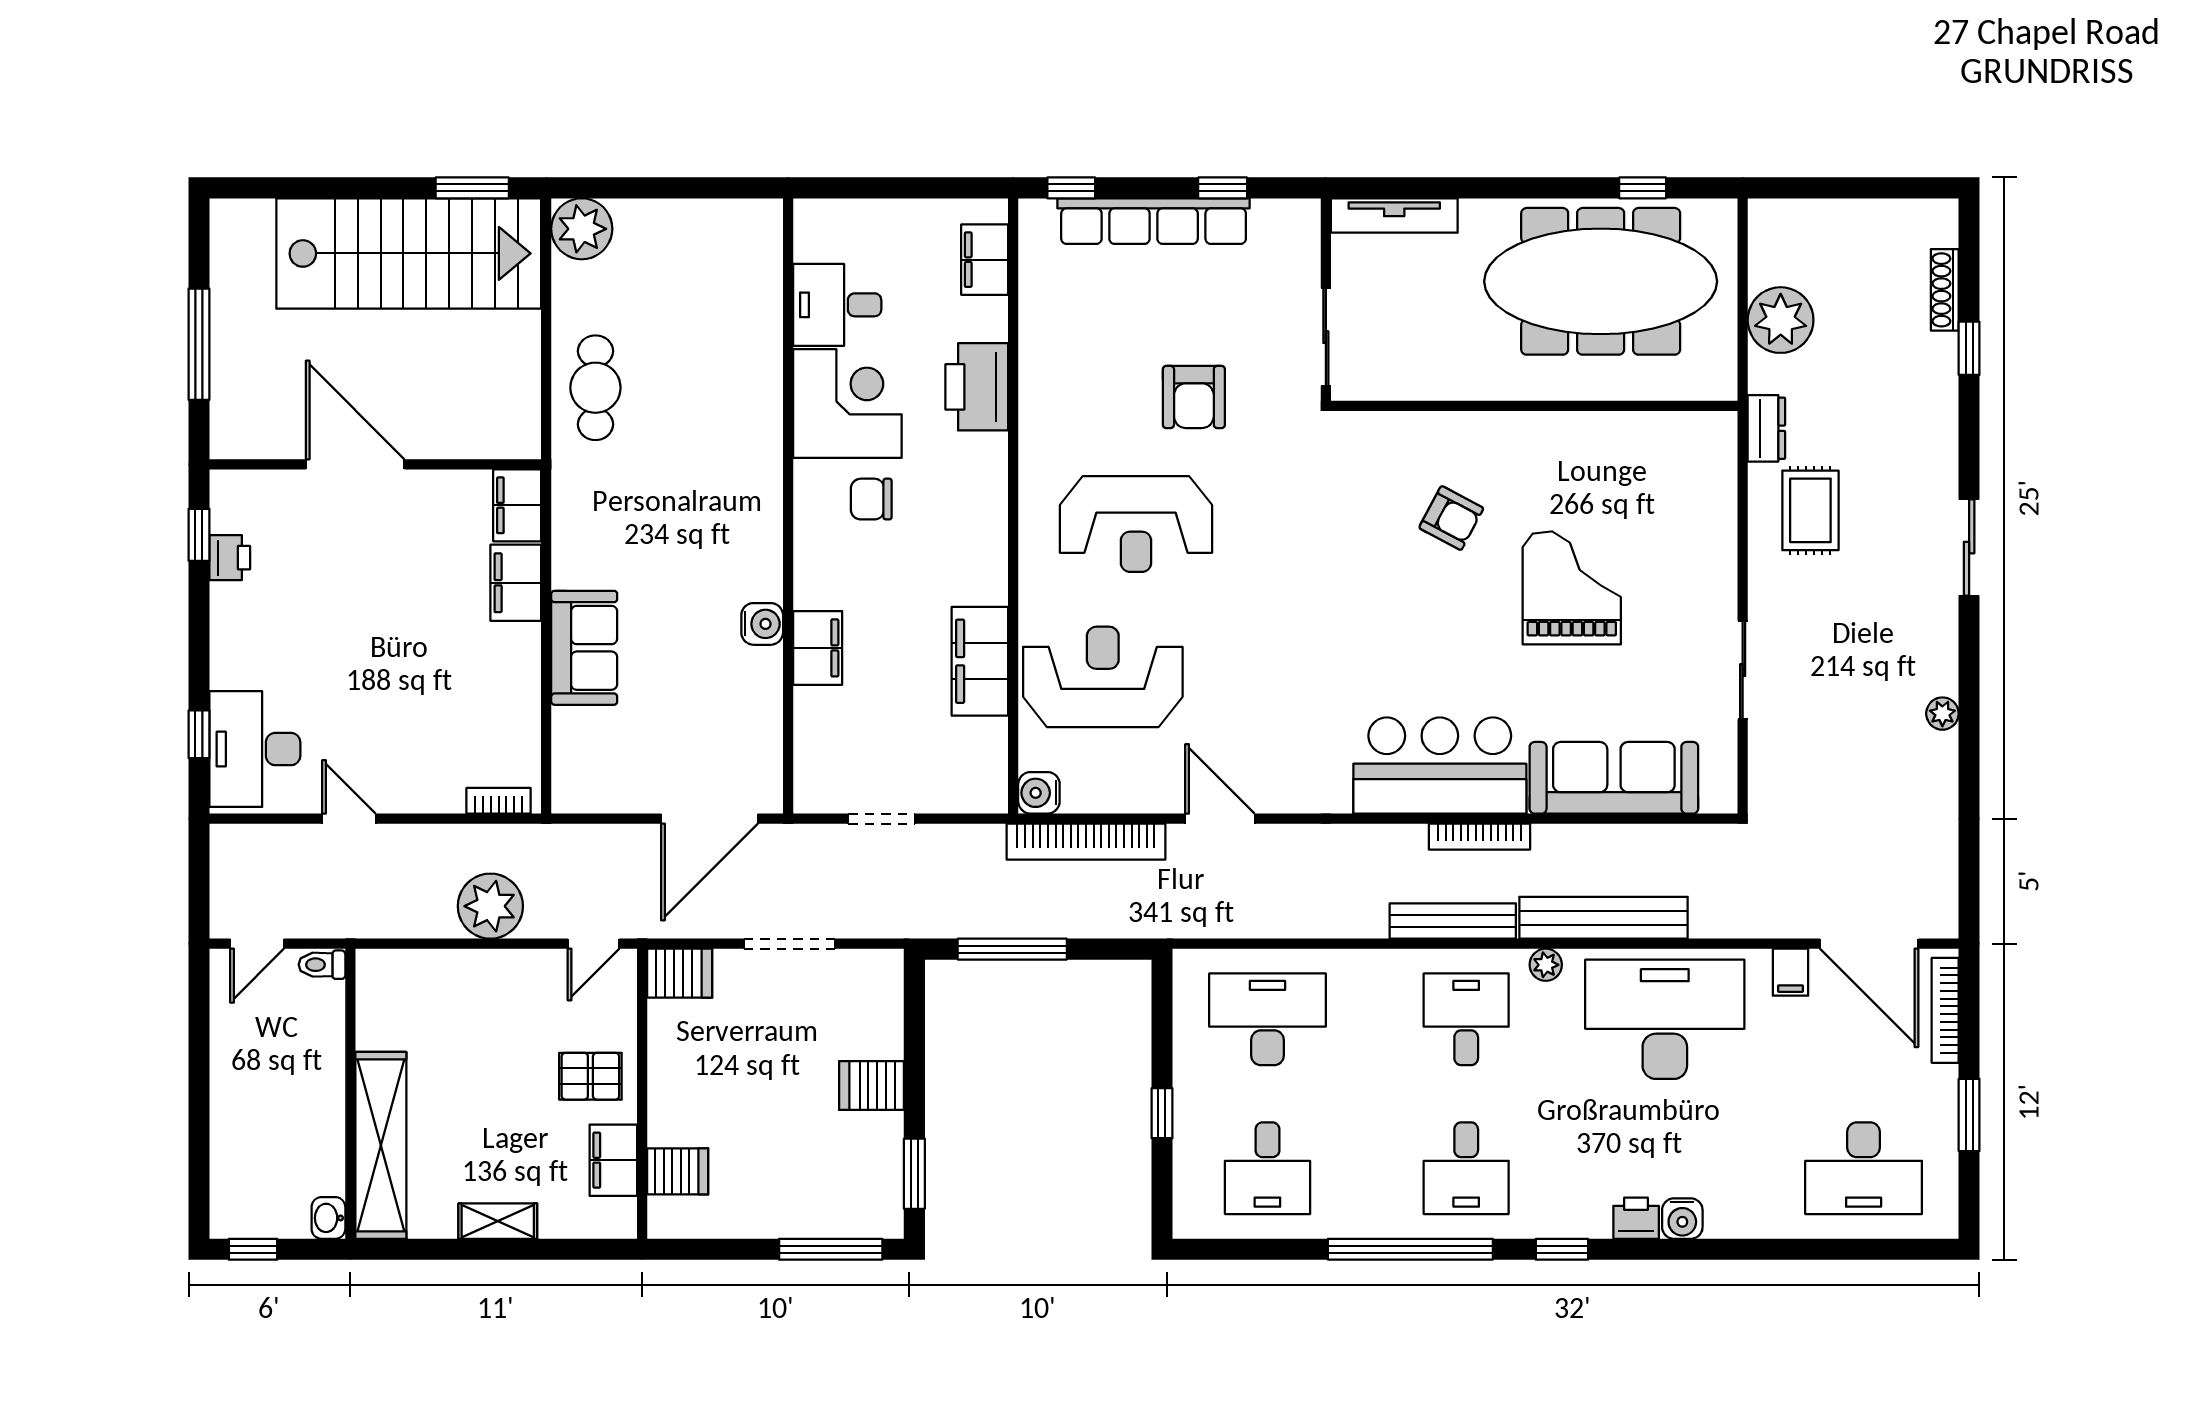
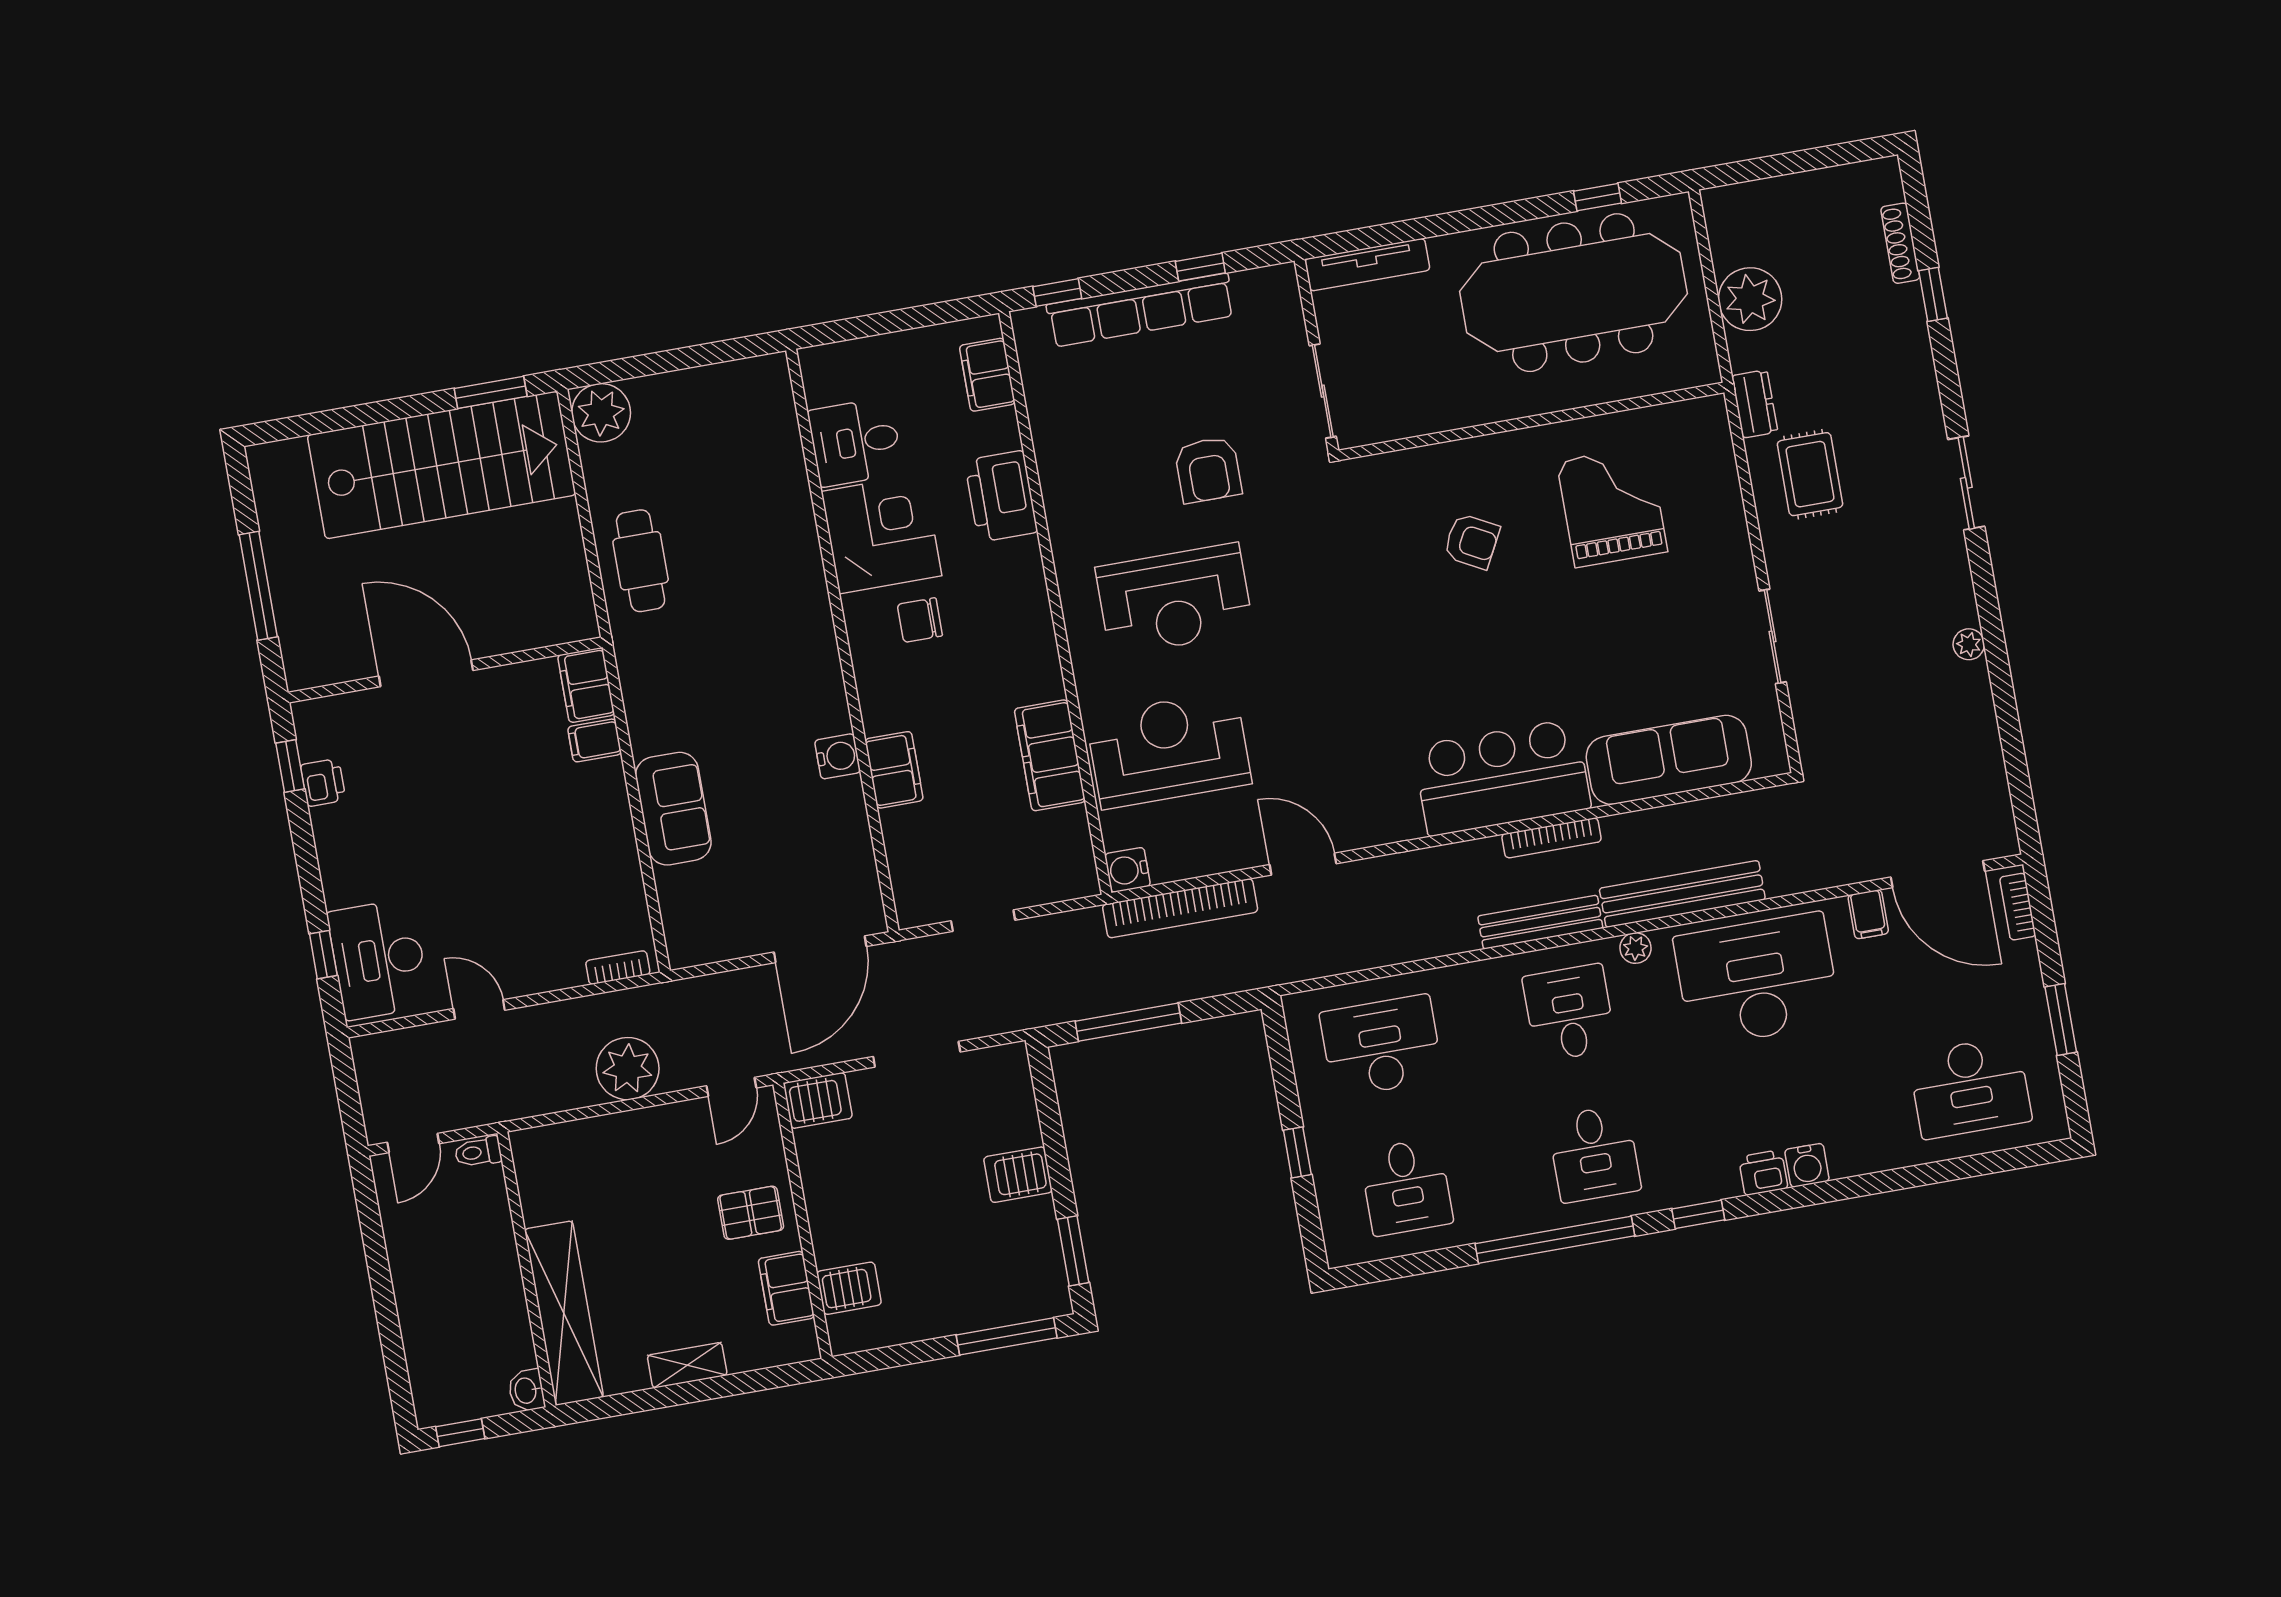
filing cabinet: (516, 583) -> (595, 740), width x0.50
grand piano: (1572, 588) -> (1612, 506), moved
bookcase: (1945, 1010) -> (2018, 907), width x0.64

